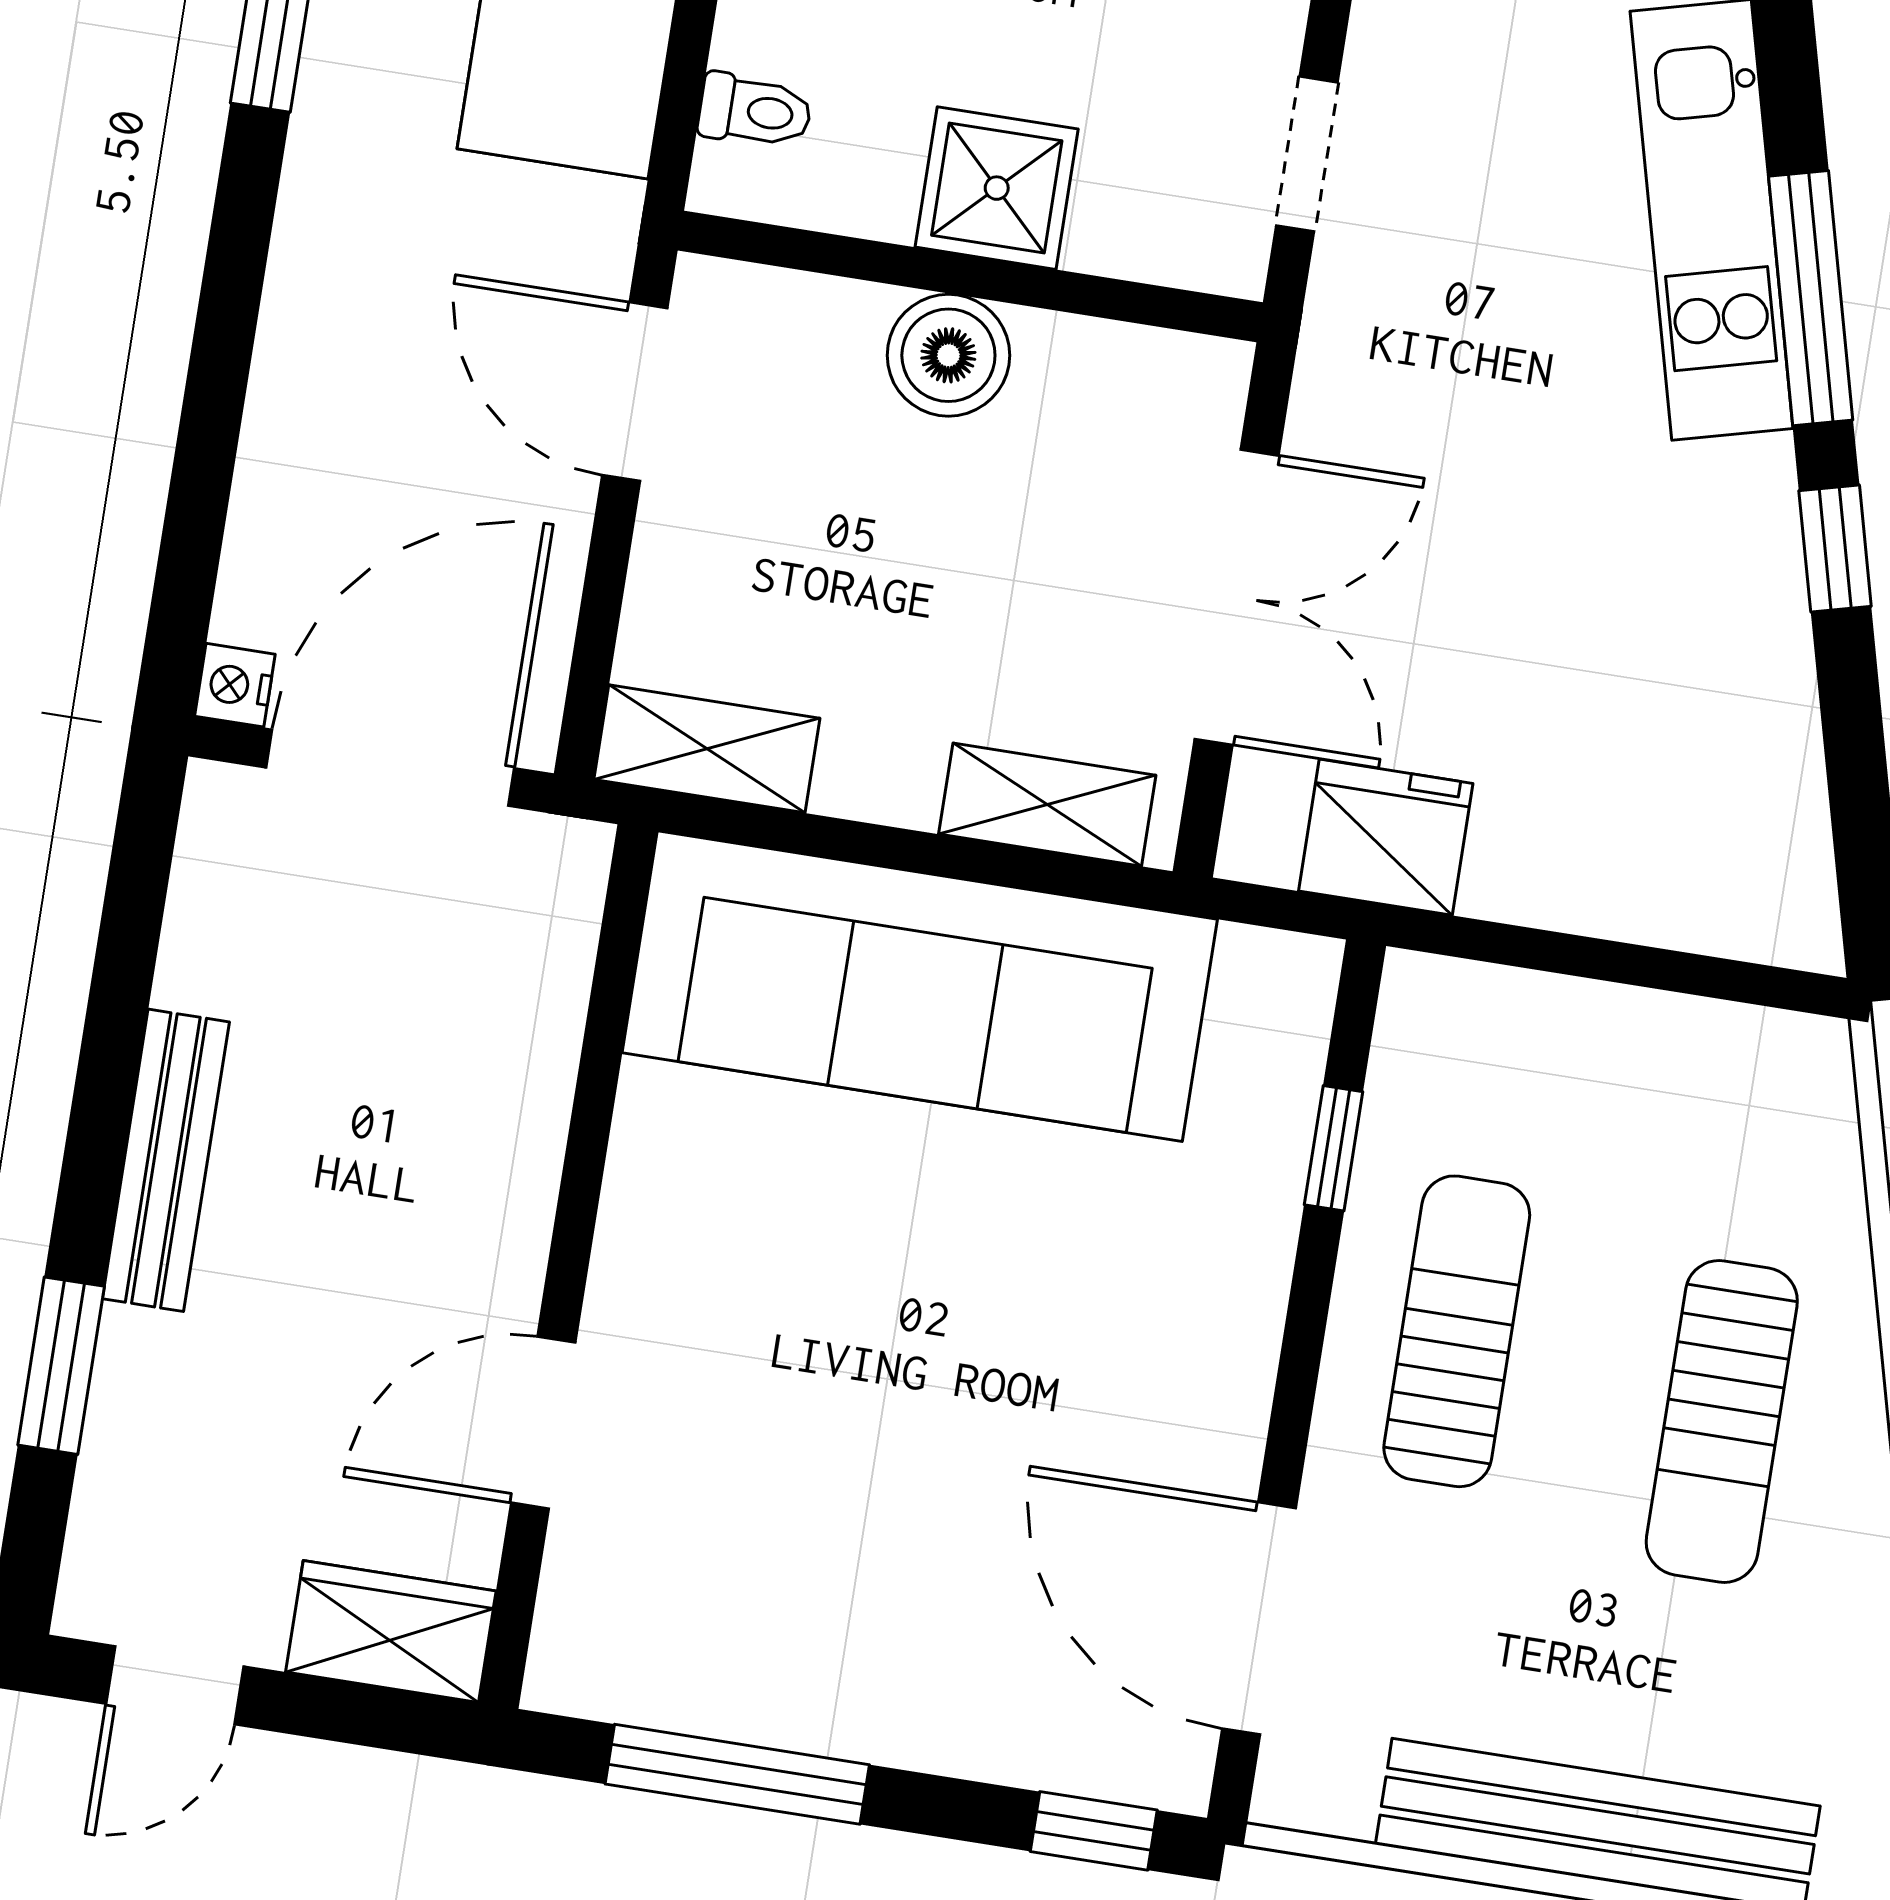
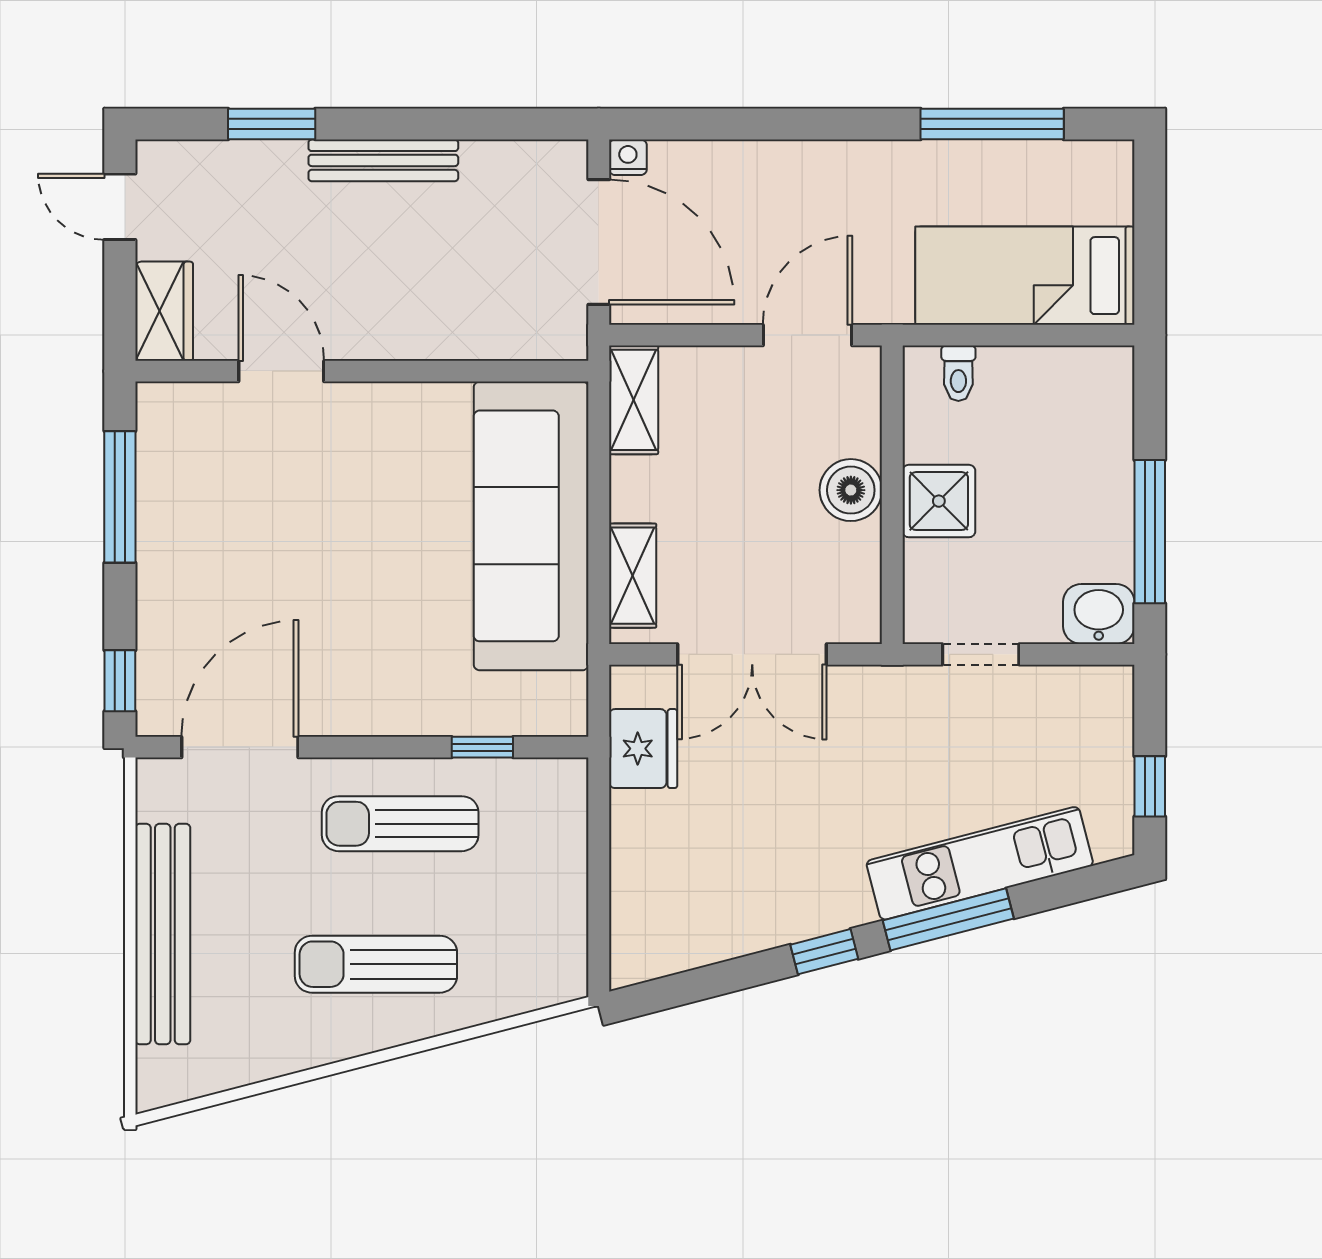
sun lounger: (1457, 1331) -> (400, 824), turned 180

